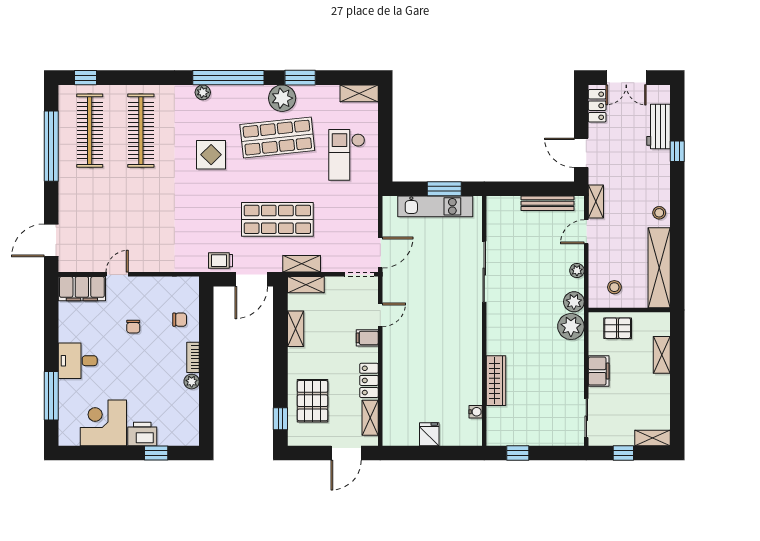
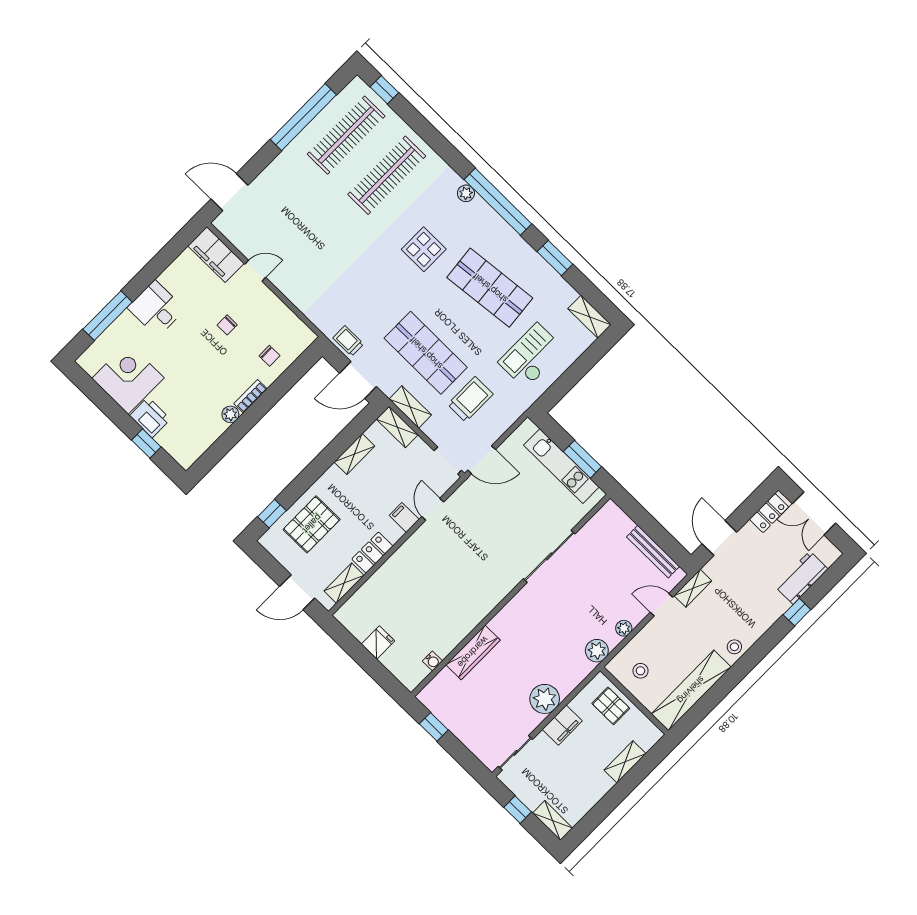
plant: (282, 98) -> (524, 260), removed
trolley: (335, 221) -> (470, 399), added
door: (380, 315) -> (433, 509), swing flipped
plant: (571, 327) -> (545, 699), moved

